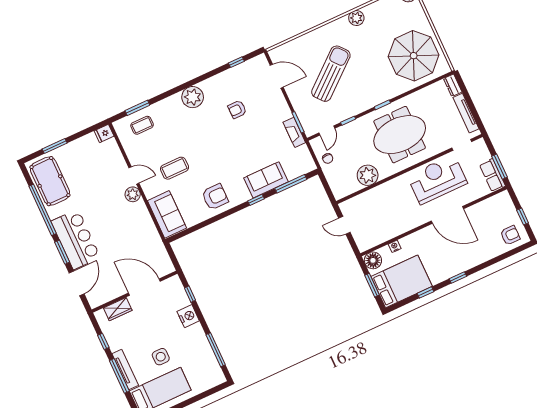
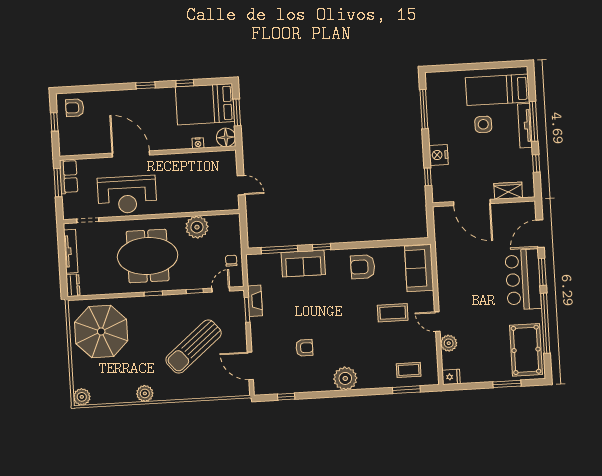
plant: (133, 194) -> (449, 343), moved

